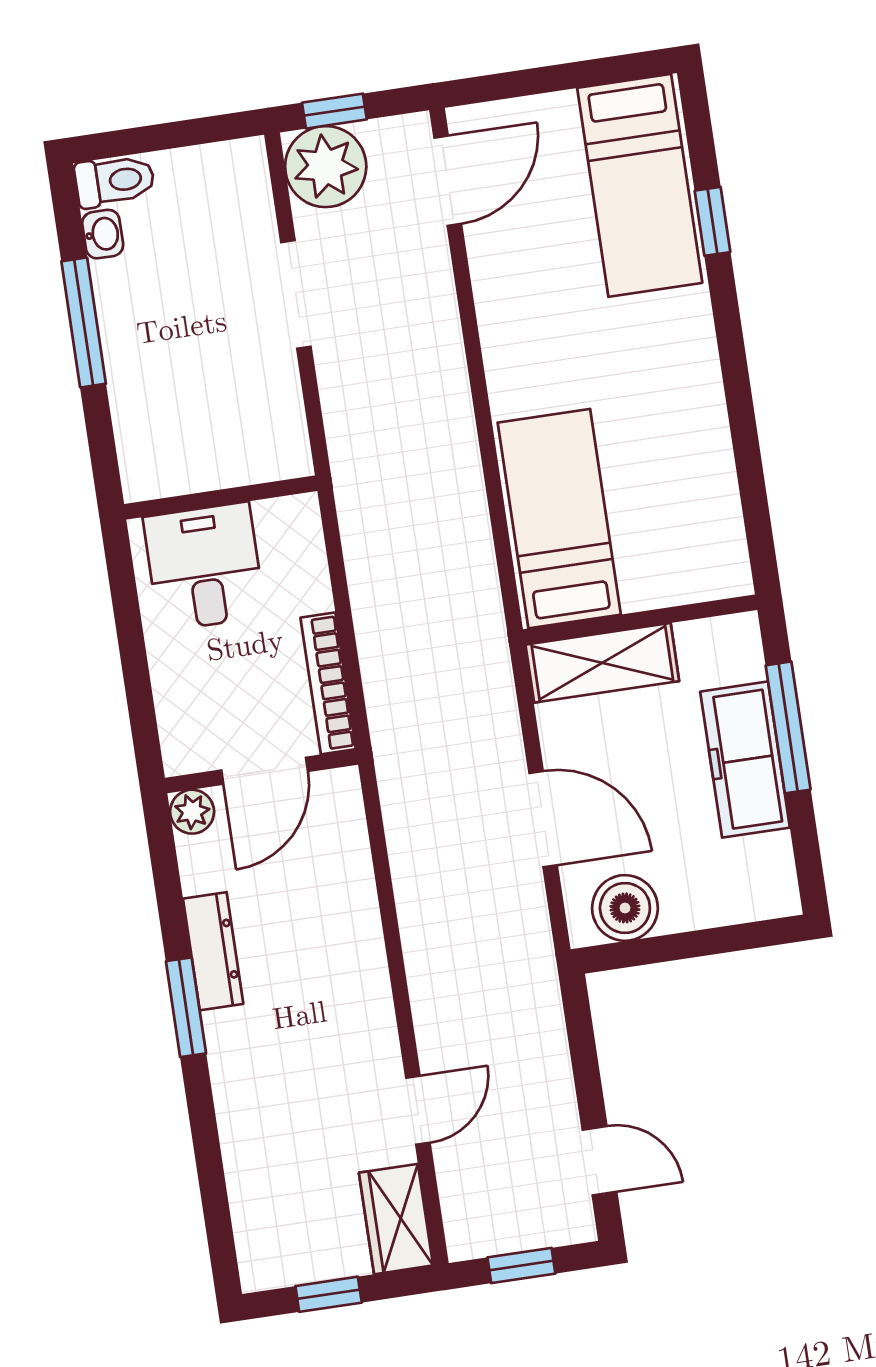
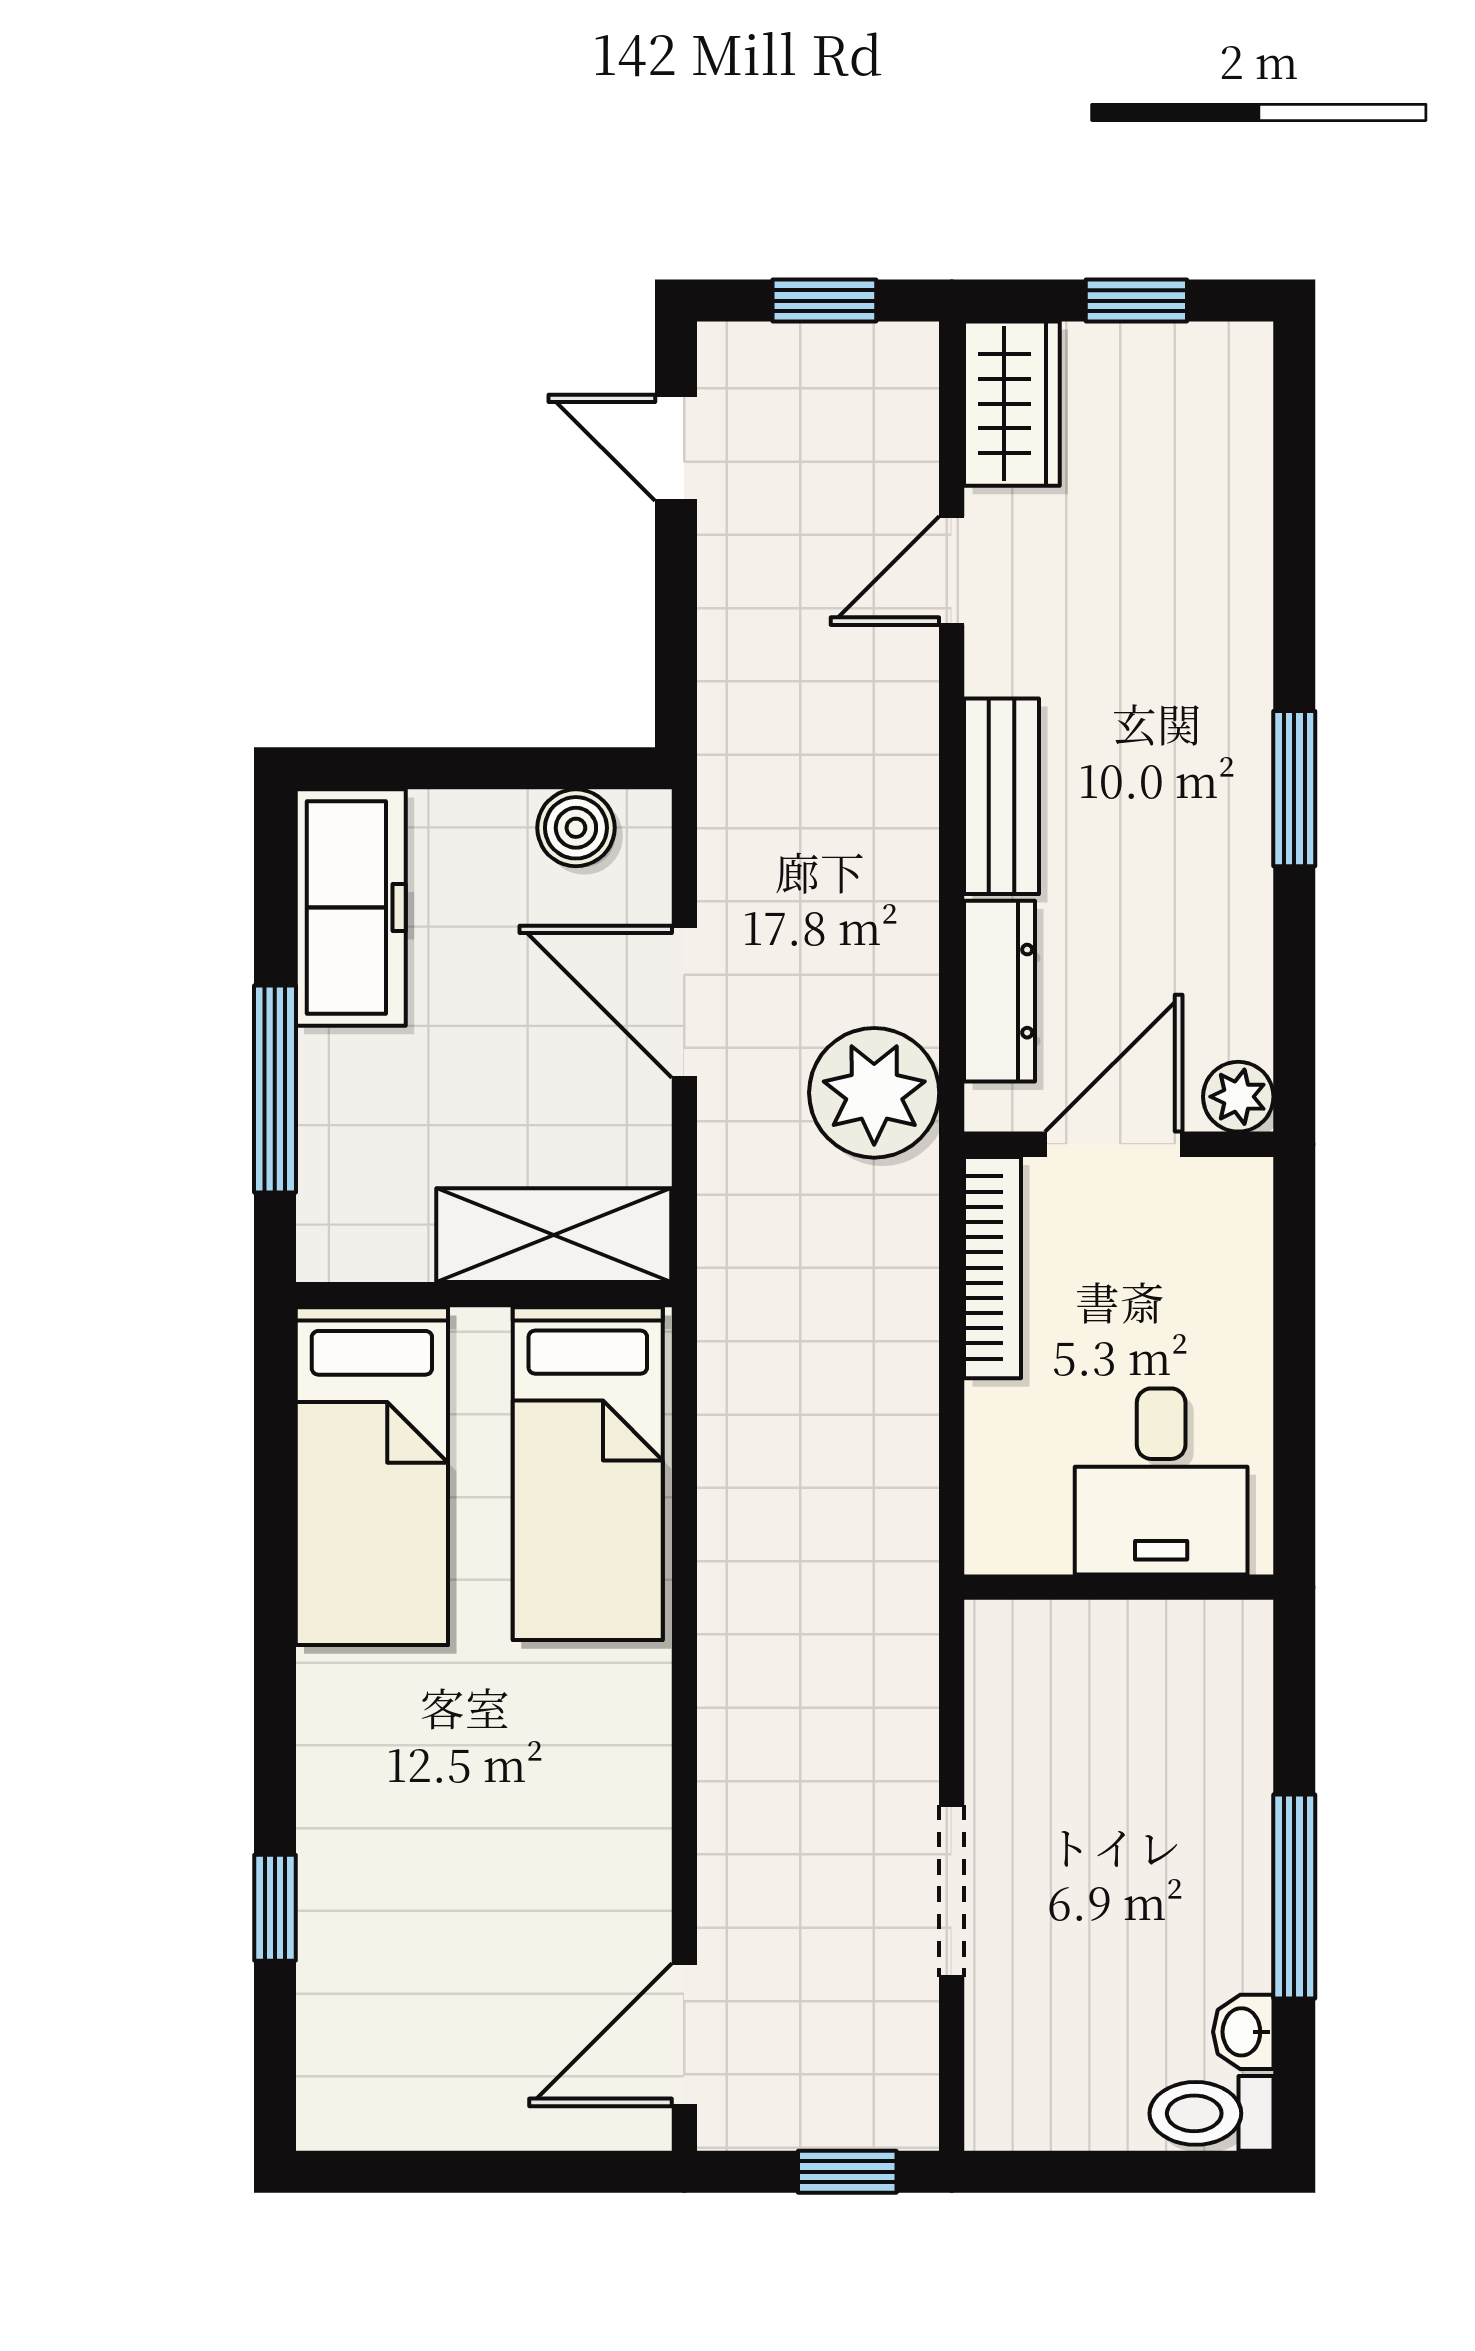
plant: (326, 167) -> (874, 1093), moved
bed: (640, 185) -> (372, 1476), moved, turned 180
freezer: (745, 760) -> (351, 907), moved
boiler: (625, 908) -> (576, 828), width x0.73, depth x0.73
dresser: (213, 951) -> (1000, 991), moved, turned 180
bench: (366, 975) -> (1002, 796), added

